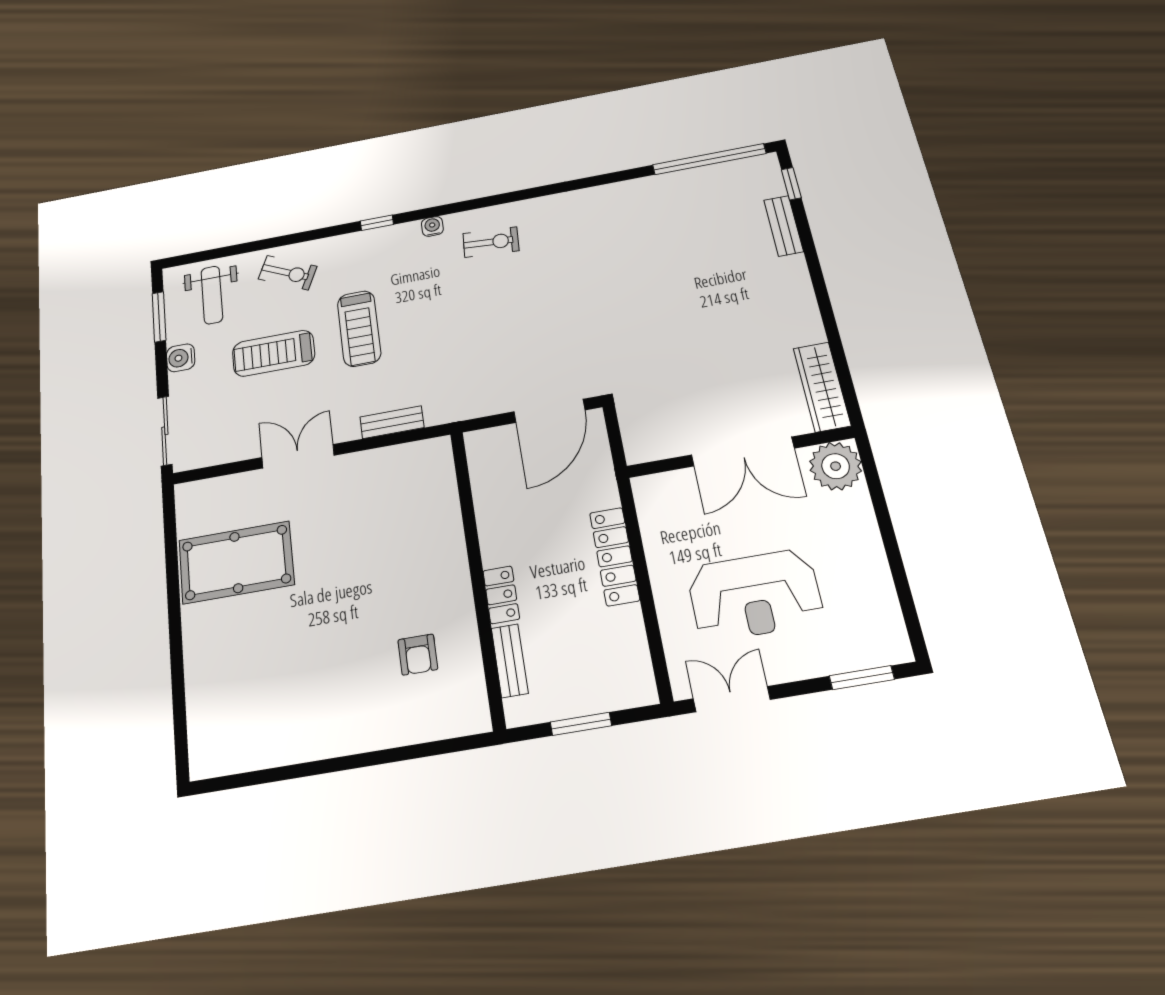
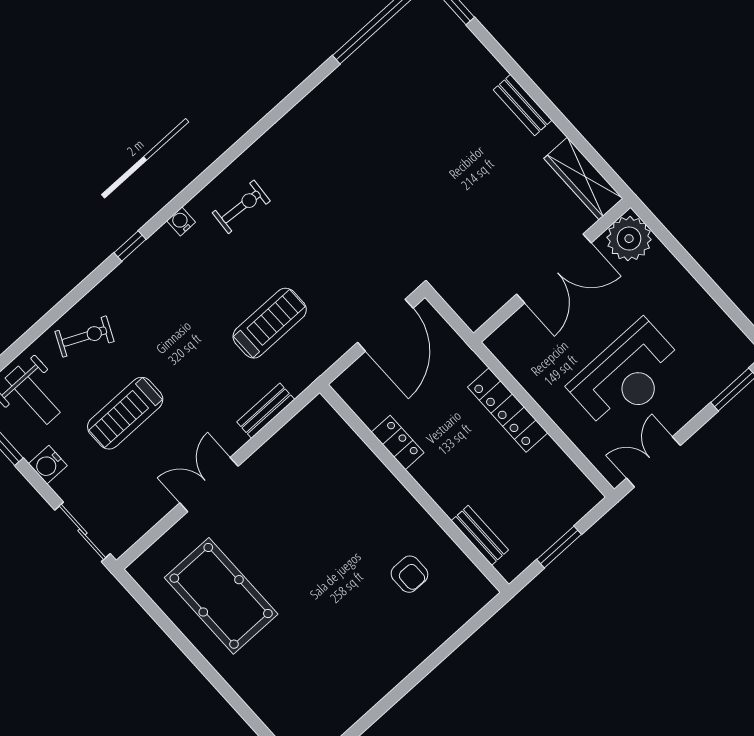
bench: (784, 226) -> (523, 105), moved
treadmill: (359, 328) -> (270, 323), moved, turned -90
pool table: (236, 562) -> (221, 596), turned 90
locker: (501, 595) -> (398, 442), moved

